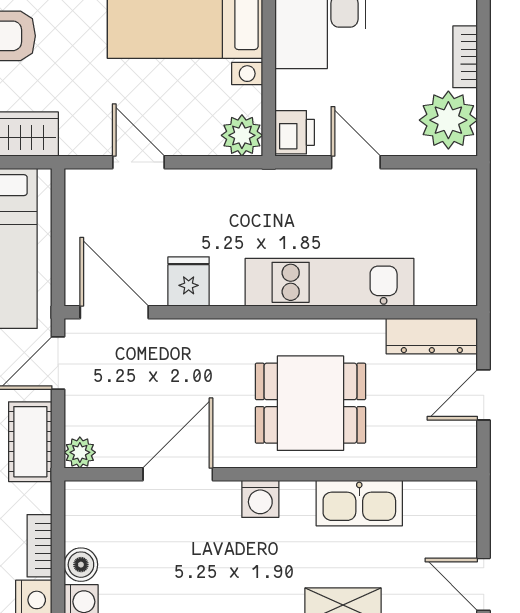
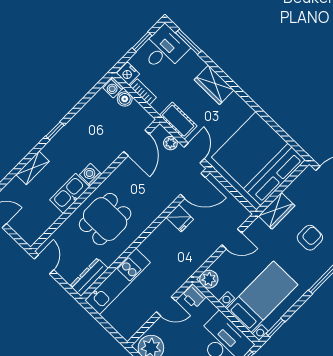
kitchen unit: (330, 282) -> (117, 281), moved
door: (484, 395) -> (44, 264), moved
plant: (80, 452) -> (170, 143), moved
door: (178, 474) -> (137, 143), moved
kitchen sink: (359, 503) -> (70, 193), moved

